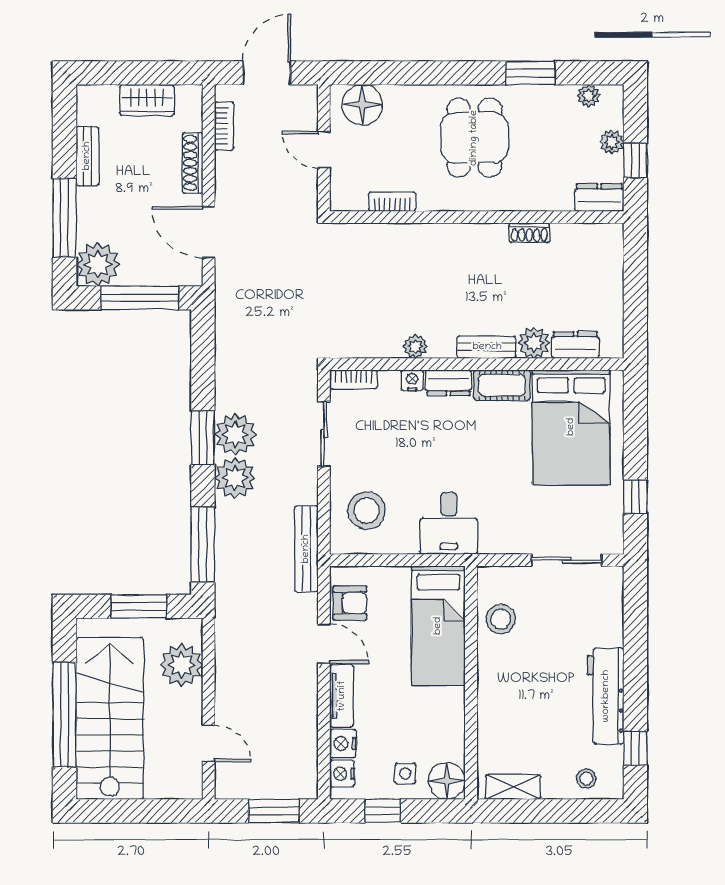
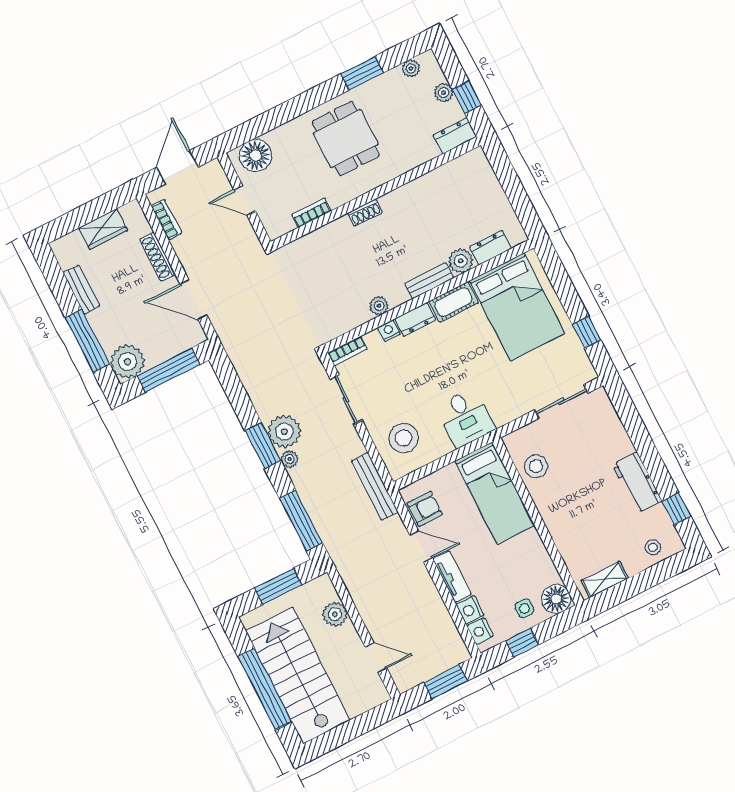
shoe rack: (529, 233) -> (365, 213), moved
plant: (235, 478) -> (290, 459), width x0.53, depth x0.53
plant: (181, 665) -> (335, 614), width x0.73, depth x0.73
workbench: (606, 696) -> (637, 483), width x0.73

